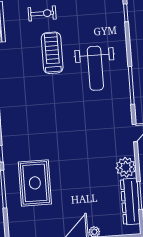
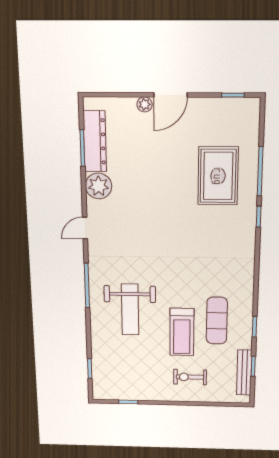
exercise mat: (25, 65) -> (217, 321), added
weight bench: (95, 68) -> (130, 310), turned 180

